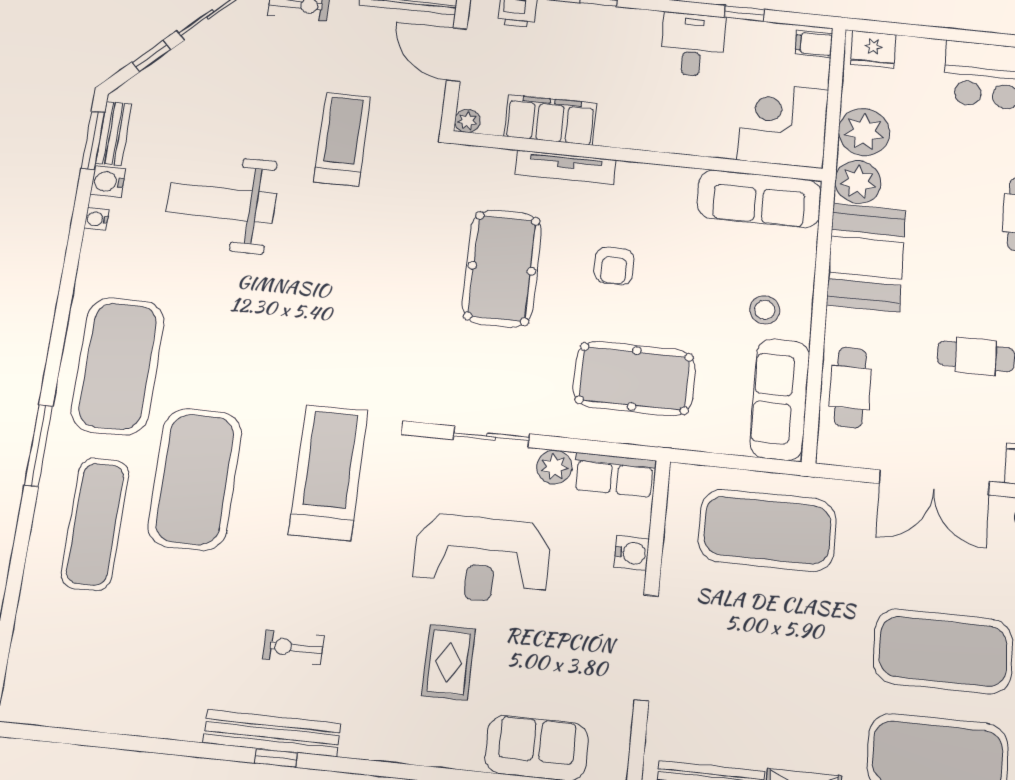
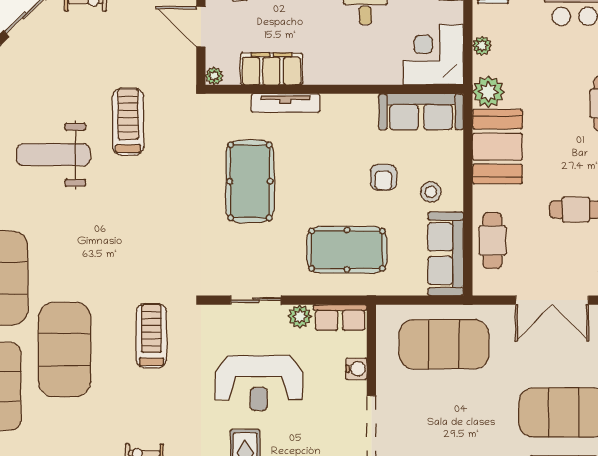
plant: (864, 132) -> (482, 46), width x0.53, depth x0.53
treadmill: (342, 139) -> (128, 122), moved
armchair: (614, 266) -> (383, 177), moved
treadmill: (328, 472) -> (151, 336), width x0.73, depth x0.73

